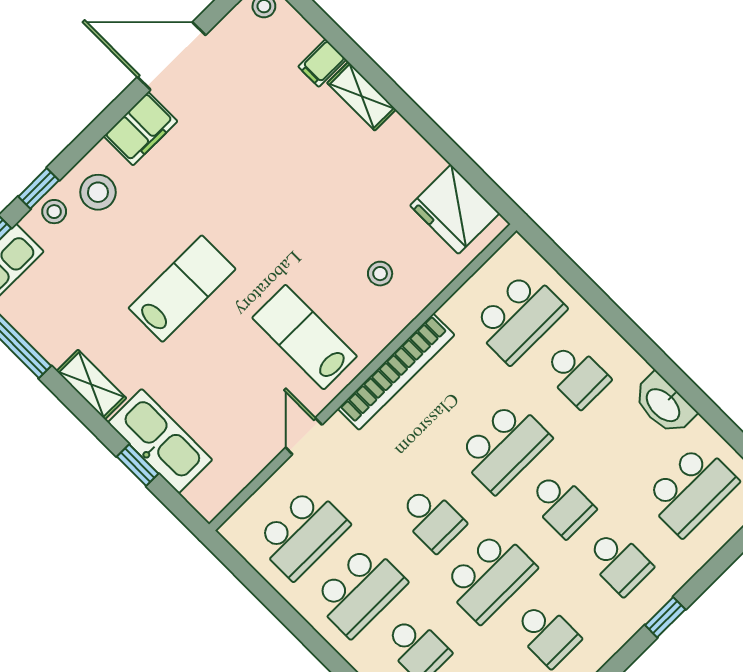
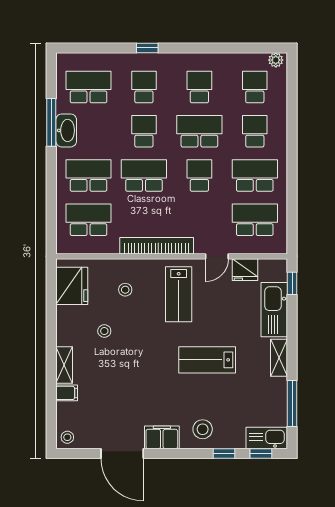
stool: (54, 212) -> (104, 331), moved
school desk: (576, 375) -> (89, 176), width x1.85
window: (694, 396) -> (51, 122), added
fridge: (250, 455) -> (245, 270), added
window: (138, 465) -> (292, 283), moved

